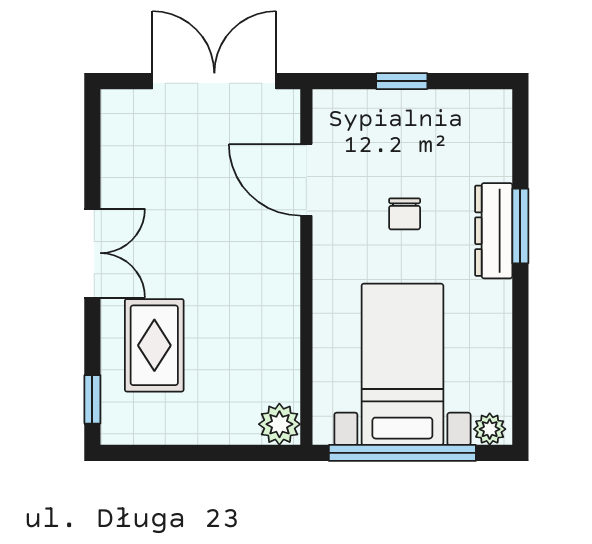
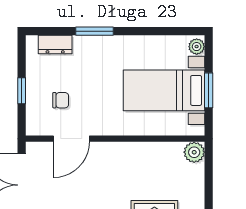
chair: (405, 214) -> (61, 100), moved
dresser: (494, 231) -> (55, 45), moved, width x0.70
window: (402, 453) -> (209, 90), width x0.47

